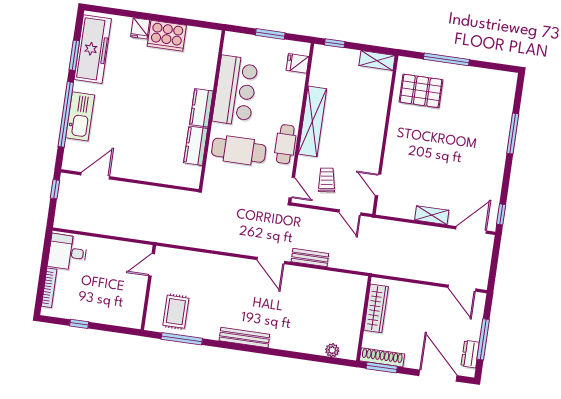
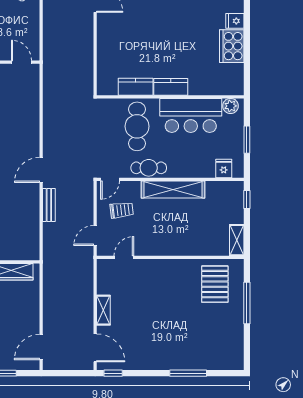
plant: (231, 46) -> (231, 106), added

